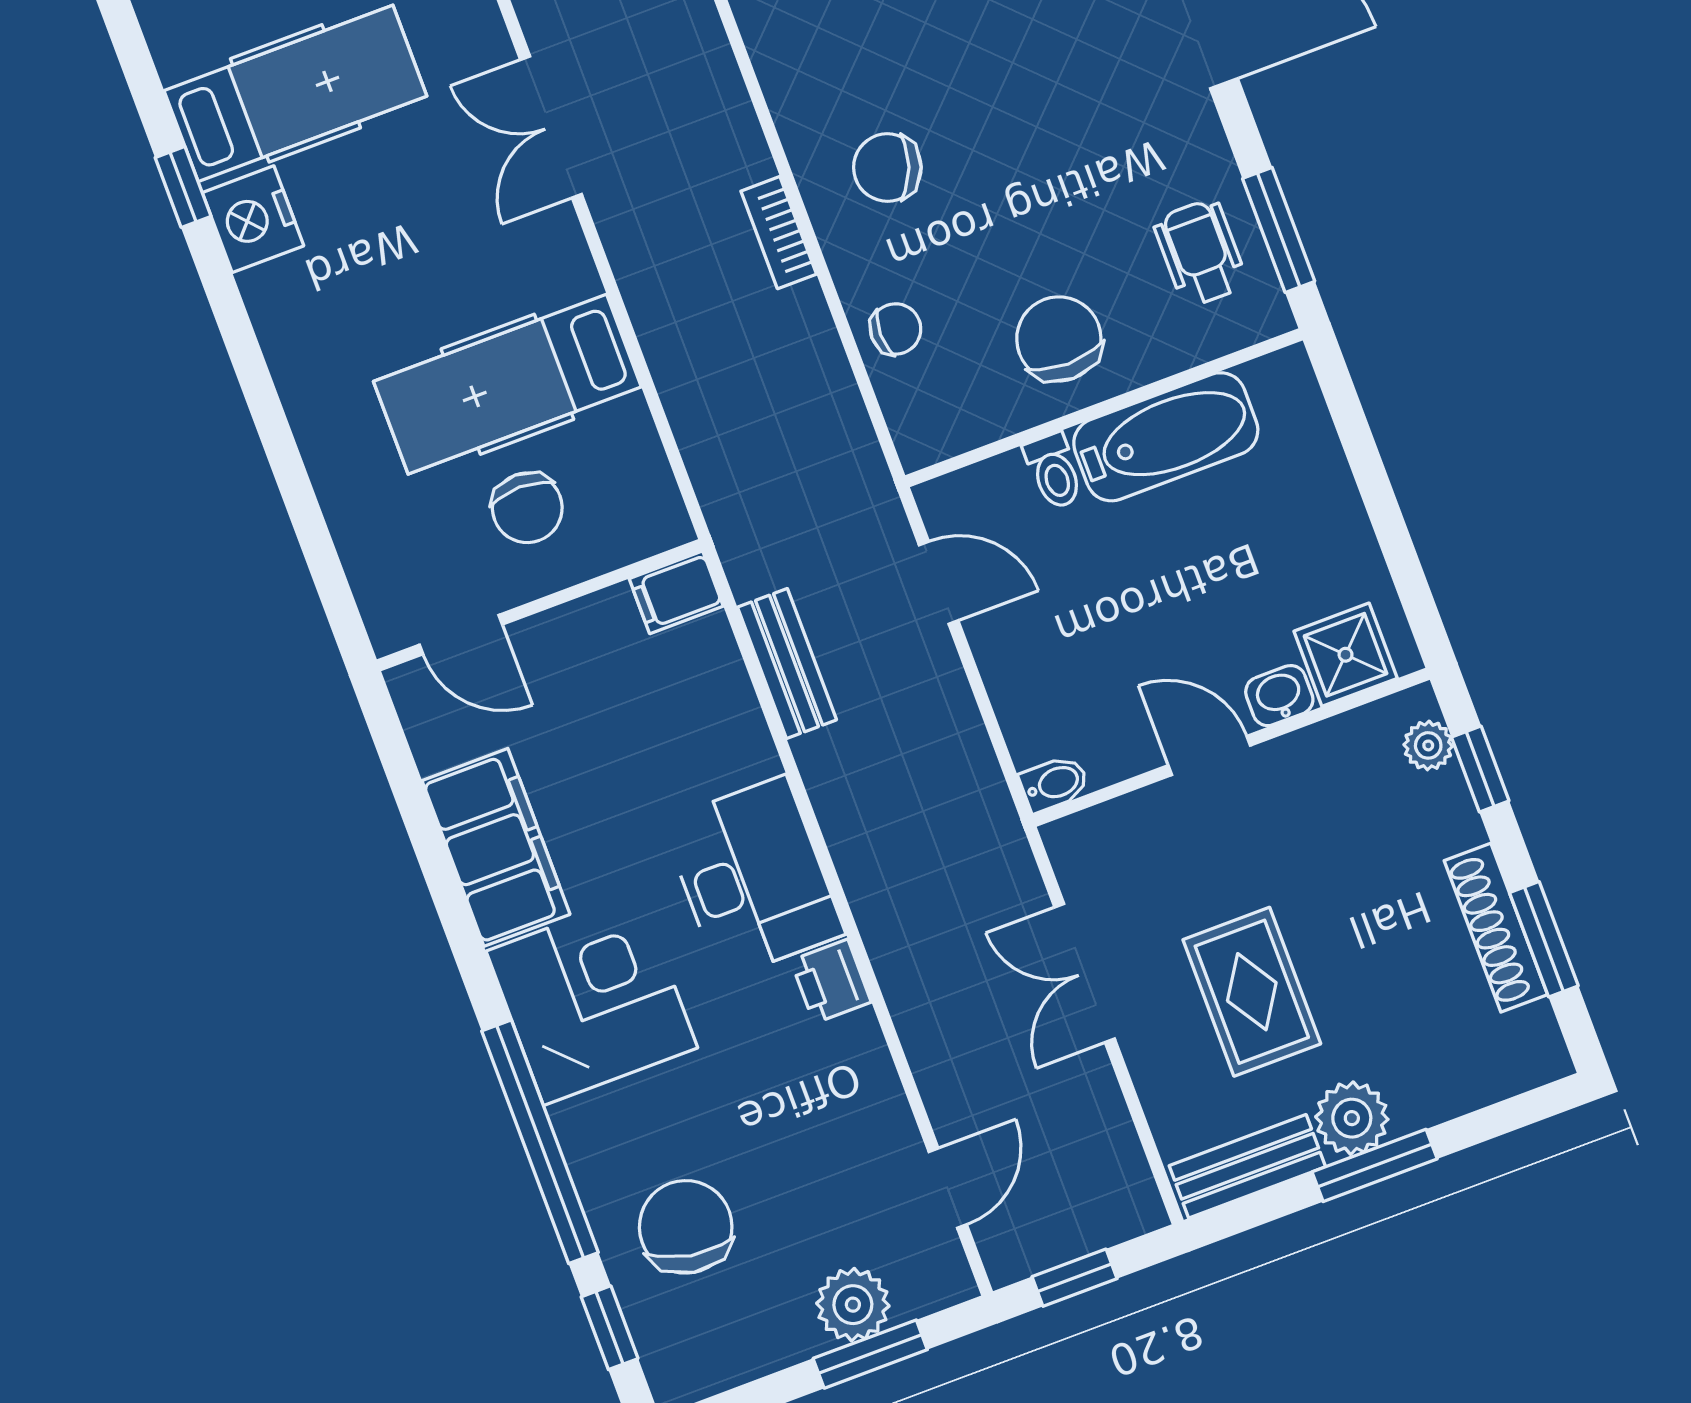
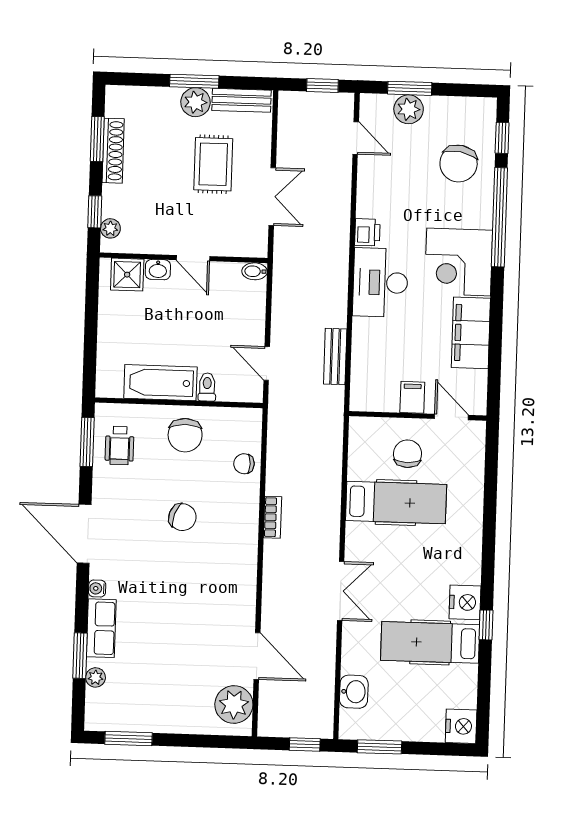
chair: (887, 168) -> (182, 517), moved
filing cabinet: (676, 592) -> (412, 397), moved, turned -90
door: (948, 1188) -> (356, 138), swing flipped

